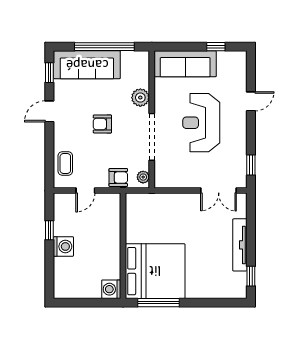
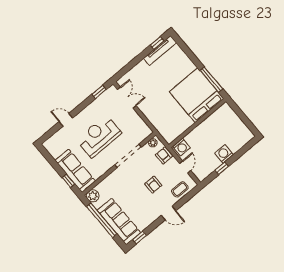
window: (216, 47) -> (69, 181), moved
plant: (140, 98) -> (93, 196), moved
door: (49, 111) -> (169, 213), moved
reception desk: (201, 123) -> (99, 136), turned 180
armchair: (102, 124) -> (153, 185), moved
door: (85, 191) -> (185, 167), hinge flipped
tv unit: (240, 245) -> (160, 50), moved
washing machine: (111, 289) -> (181, 147), moved

